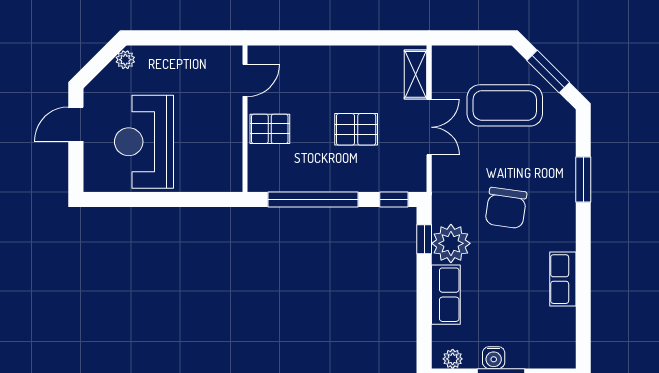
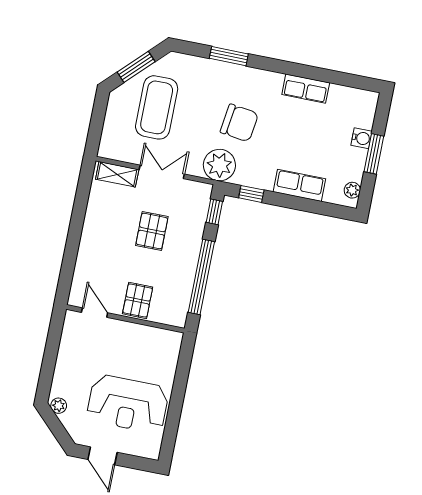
plant: (451, 243) -> (219, 165), moved
water cooler: (494, 358) -> (362, 138), moved

